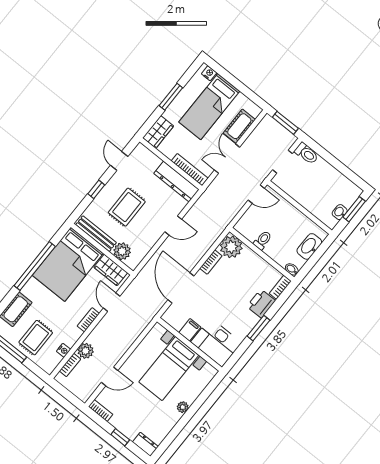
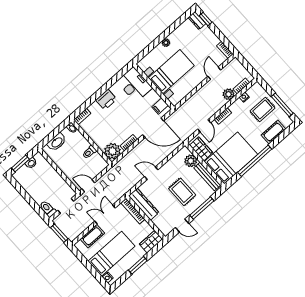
double door: (227, 159) -> (105, 215), swing flipped
door: (119, 161) -> (182, 226), hinge flipped
window: (96, 189) -> (202, 208), width x2.17
rug: (127, 207) -> (182, 192), turned 90
door: (181, 288) -> (153, 128), hinge flipped
printer: (261, 304) -> (106, 100), moved
window: (258, 328) -> (103, 90), removed
filing cabinet: (190, 330) -> (160, 106), moved
door: (110, 376) -> (214, 73), hinge flipped
window: (120, 437) -> (206, 19), moved

